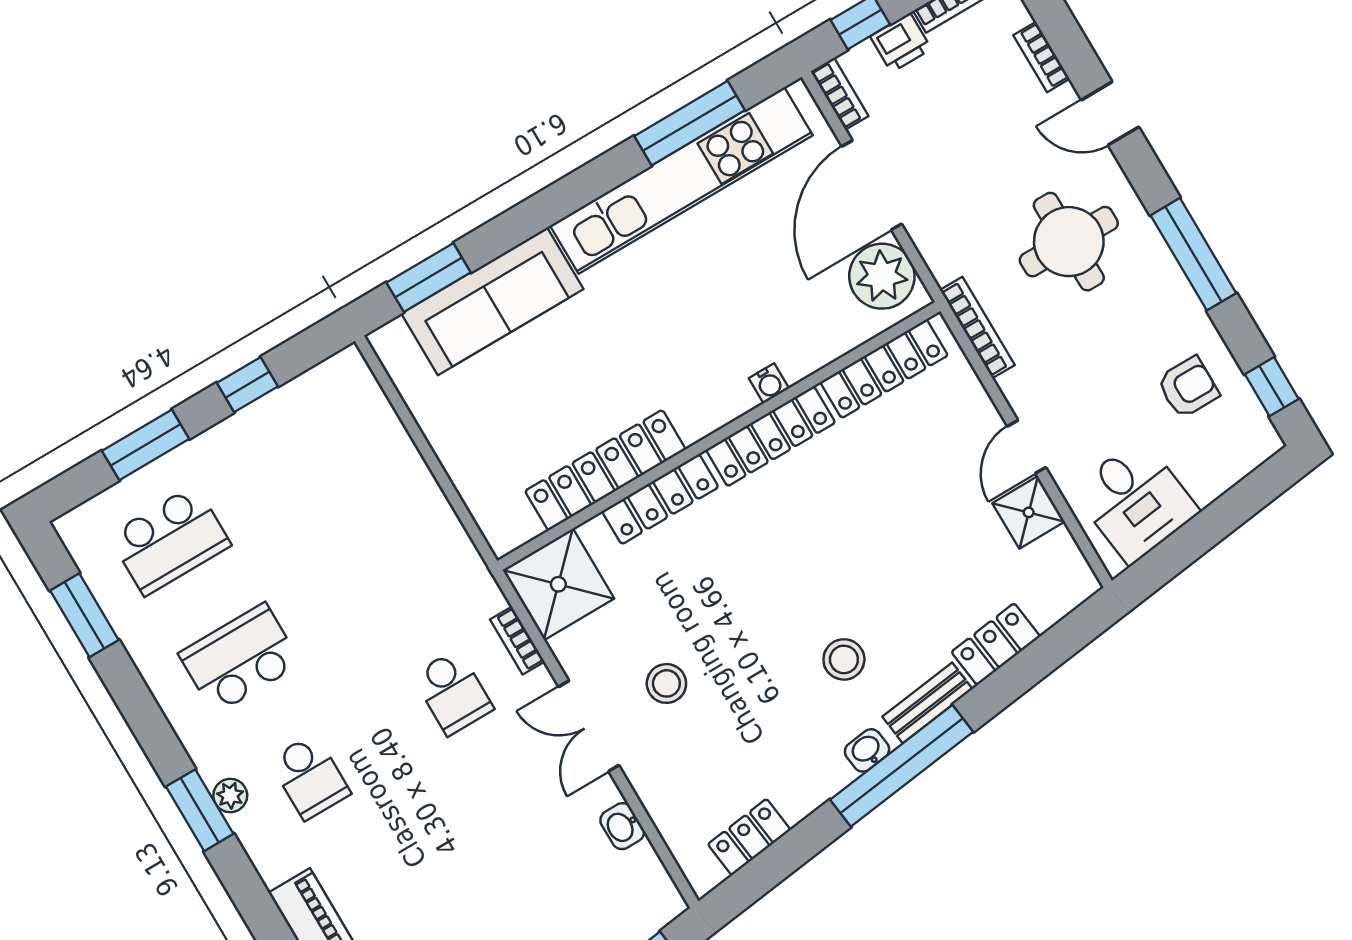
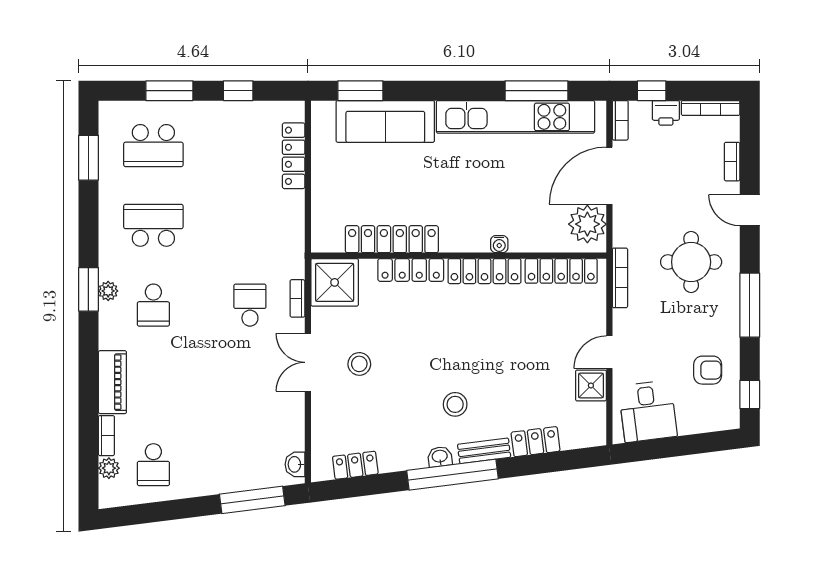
locker: (387, 433) -> (294, 156), added
school desk: (453, 692) -> (250, 305), turned 180
washbasin: (622, 826) -> (295, 464), moved

